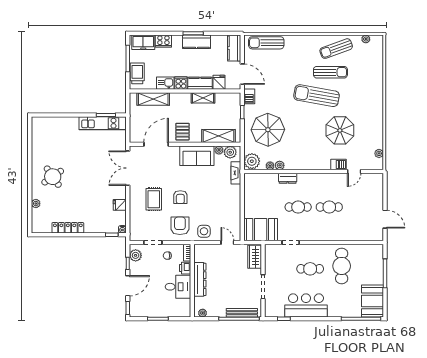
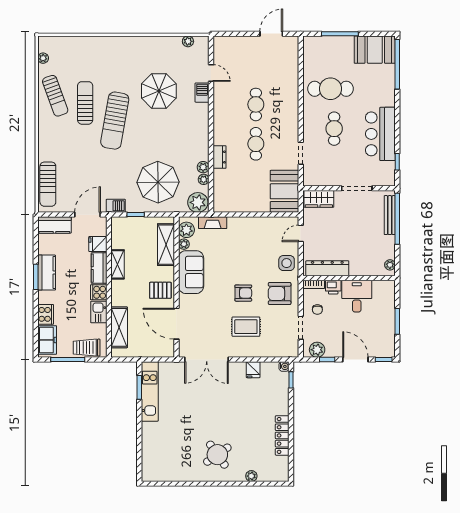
dresser: (200, 279) -> (327, 268), moved

